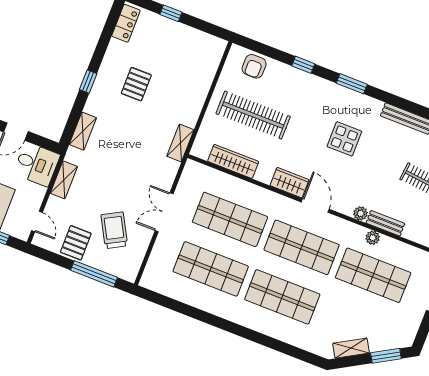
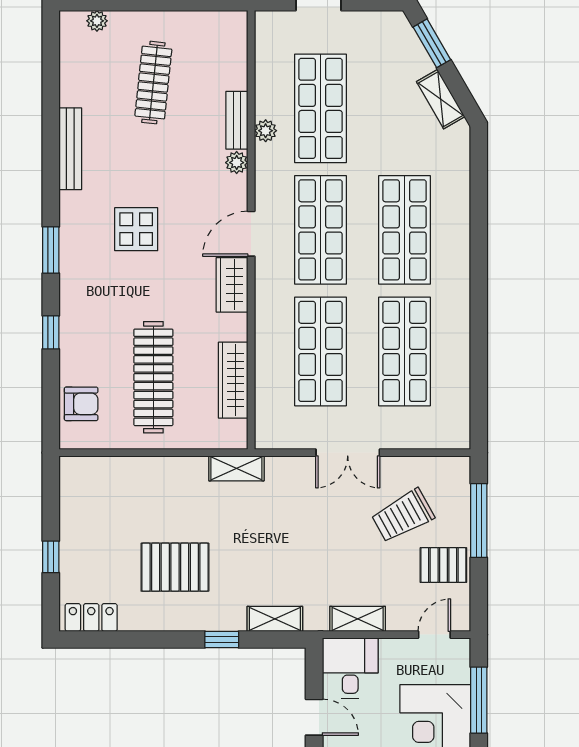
window: (88, 82) -> (222, 639), moved
pallet: (136, 84) -> (175, 567), width x1.50, depth x1.42

